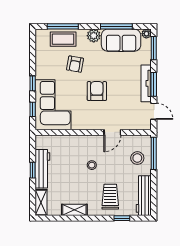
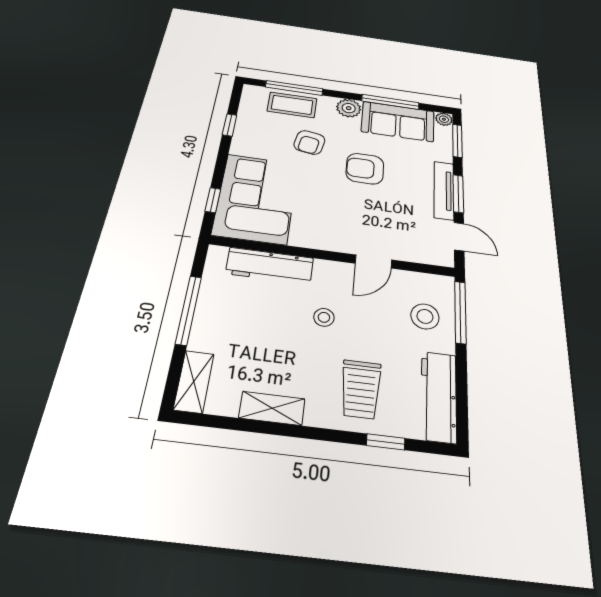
window: (33, 83) -> (229, 125), moved
armchair: (97, 91) -> (365, 169), moved, turned -90
workbench: (42, 169) -> (270, 266), moved, turned 90
window: (33, 170) -> (189, 310), width x2.17
trolley: (110, 197) -> (361, 389), turned 180

